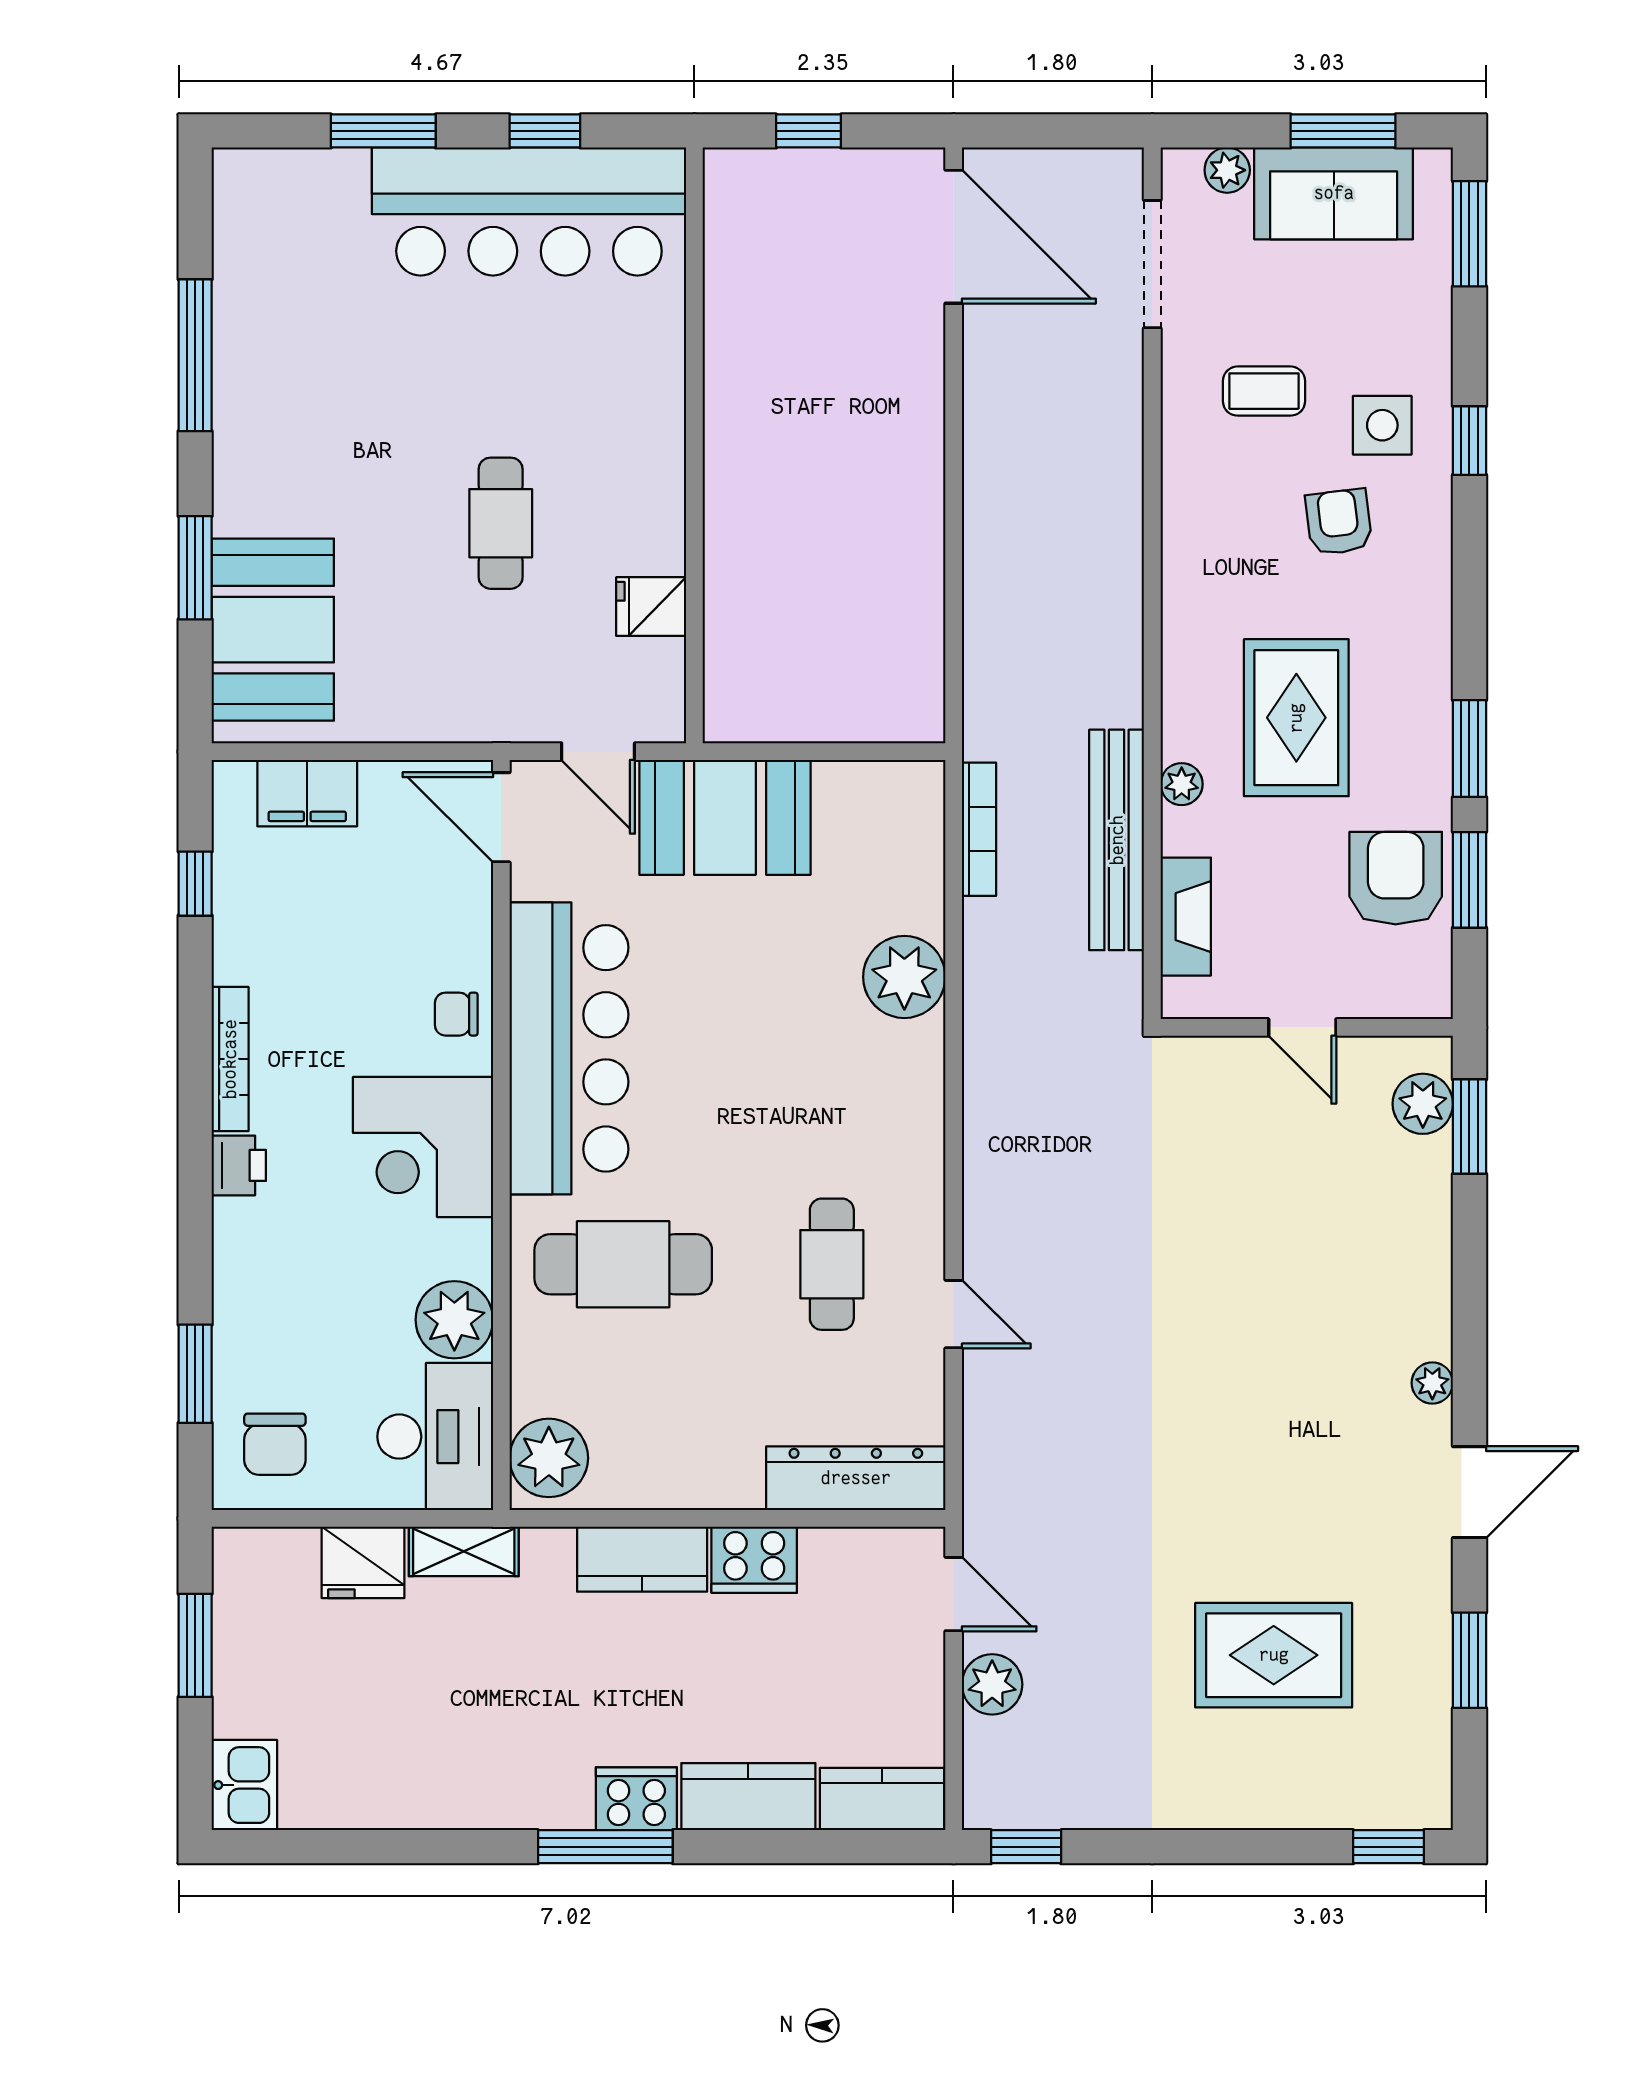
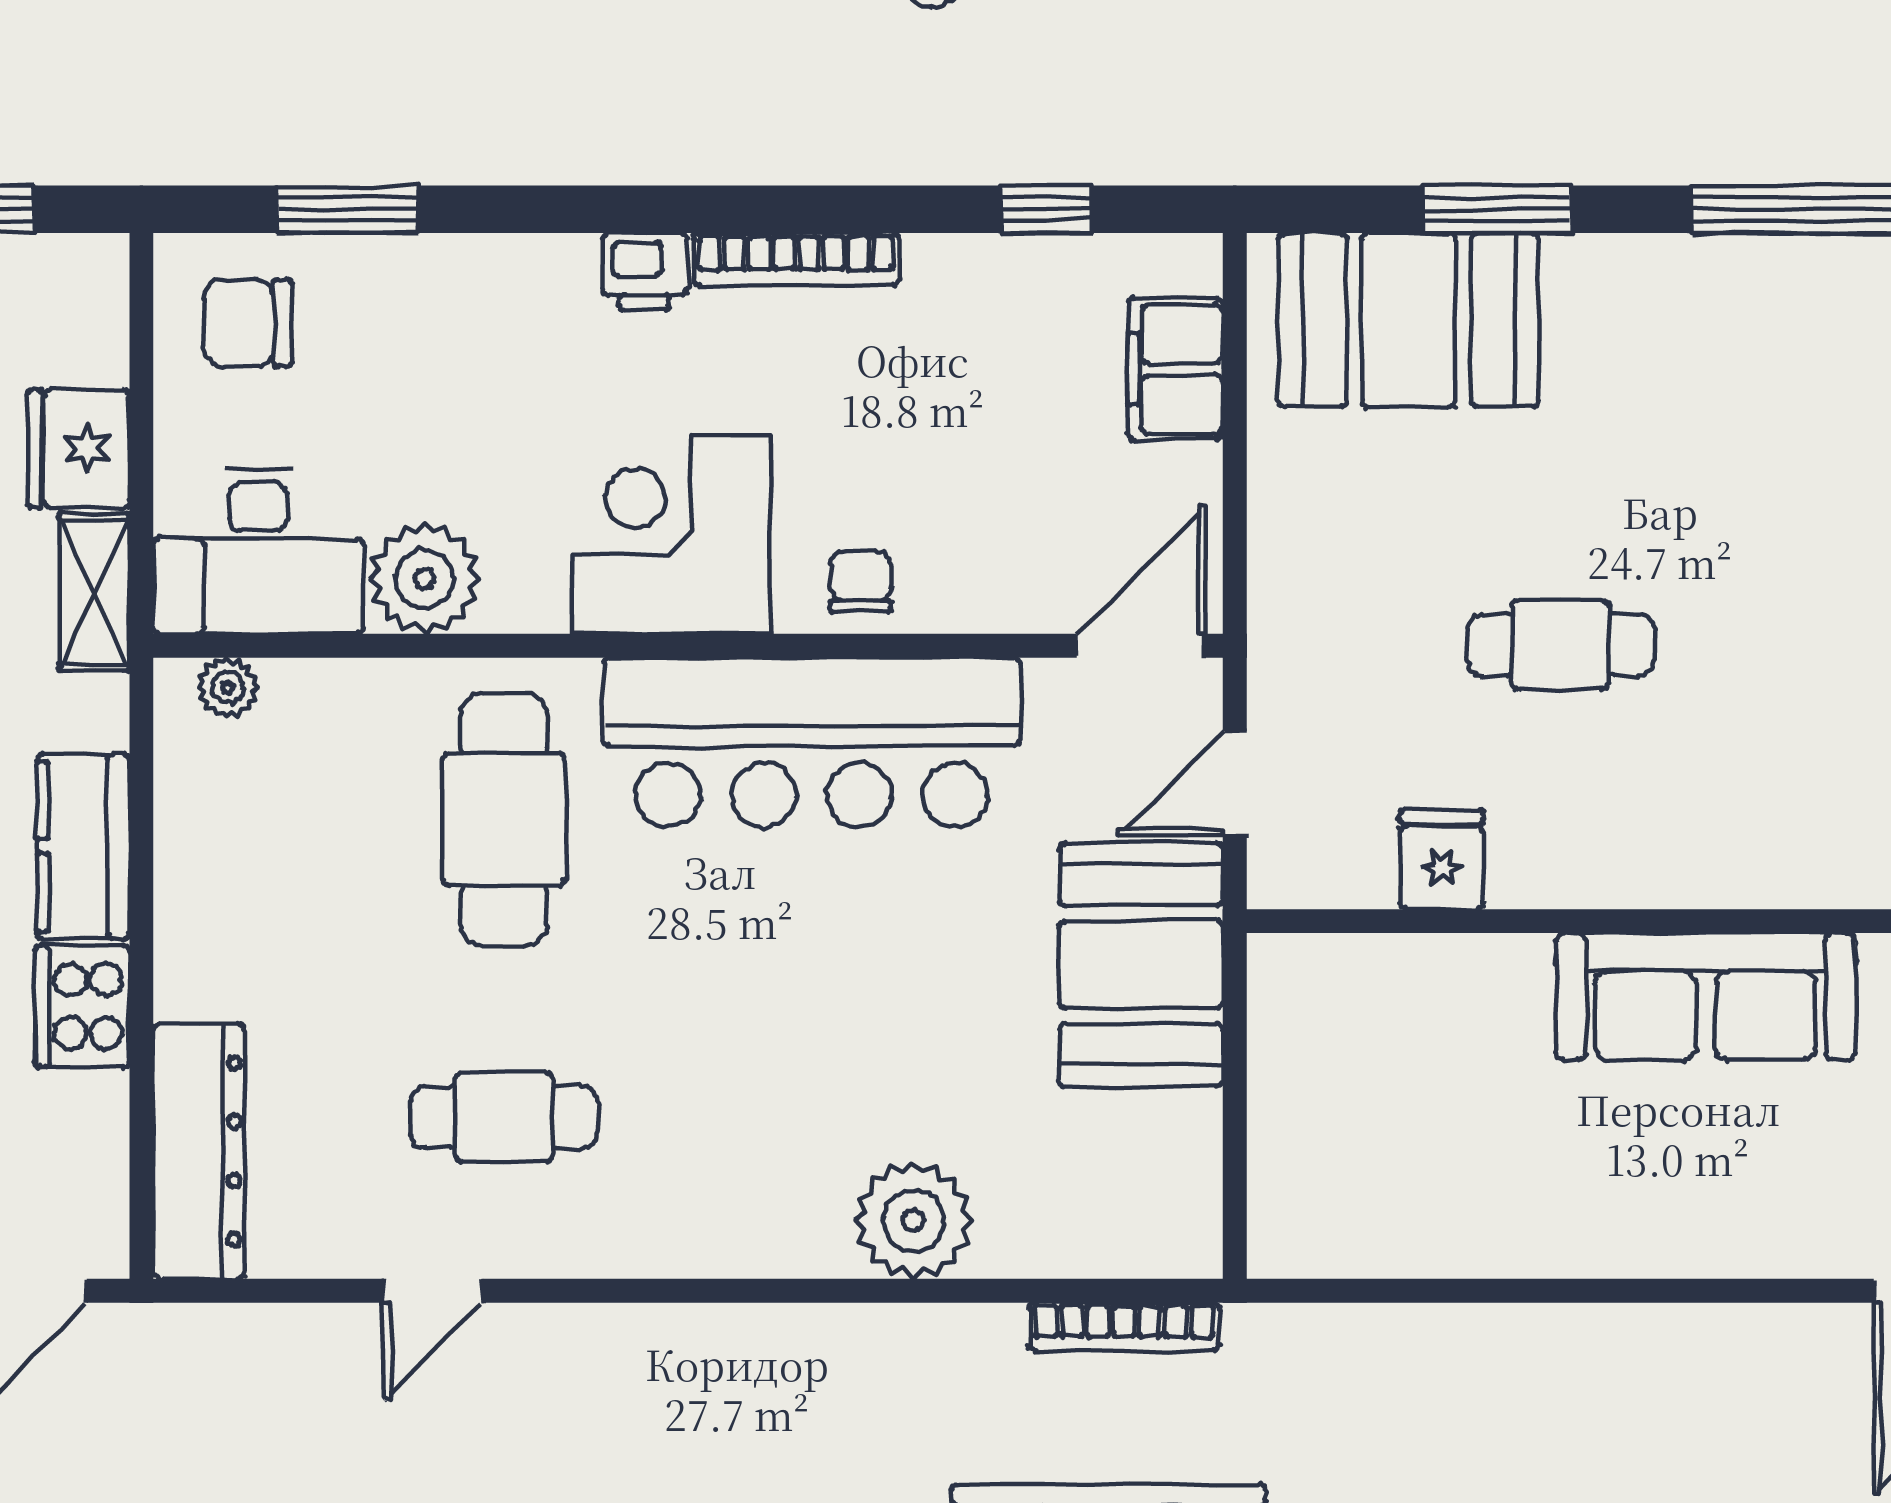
sofa: (747, 421) -> (1705, 996), added
plant: (549, 1458) -> (228, 687), width x0.53, depth x0.53

